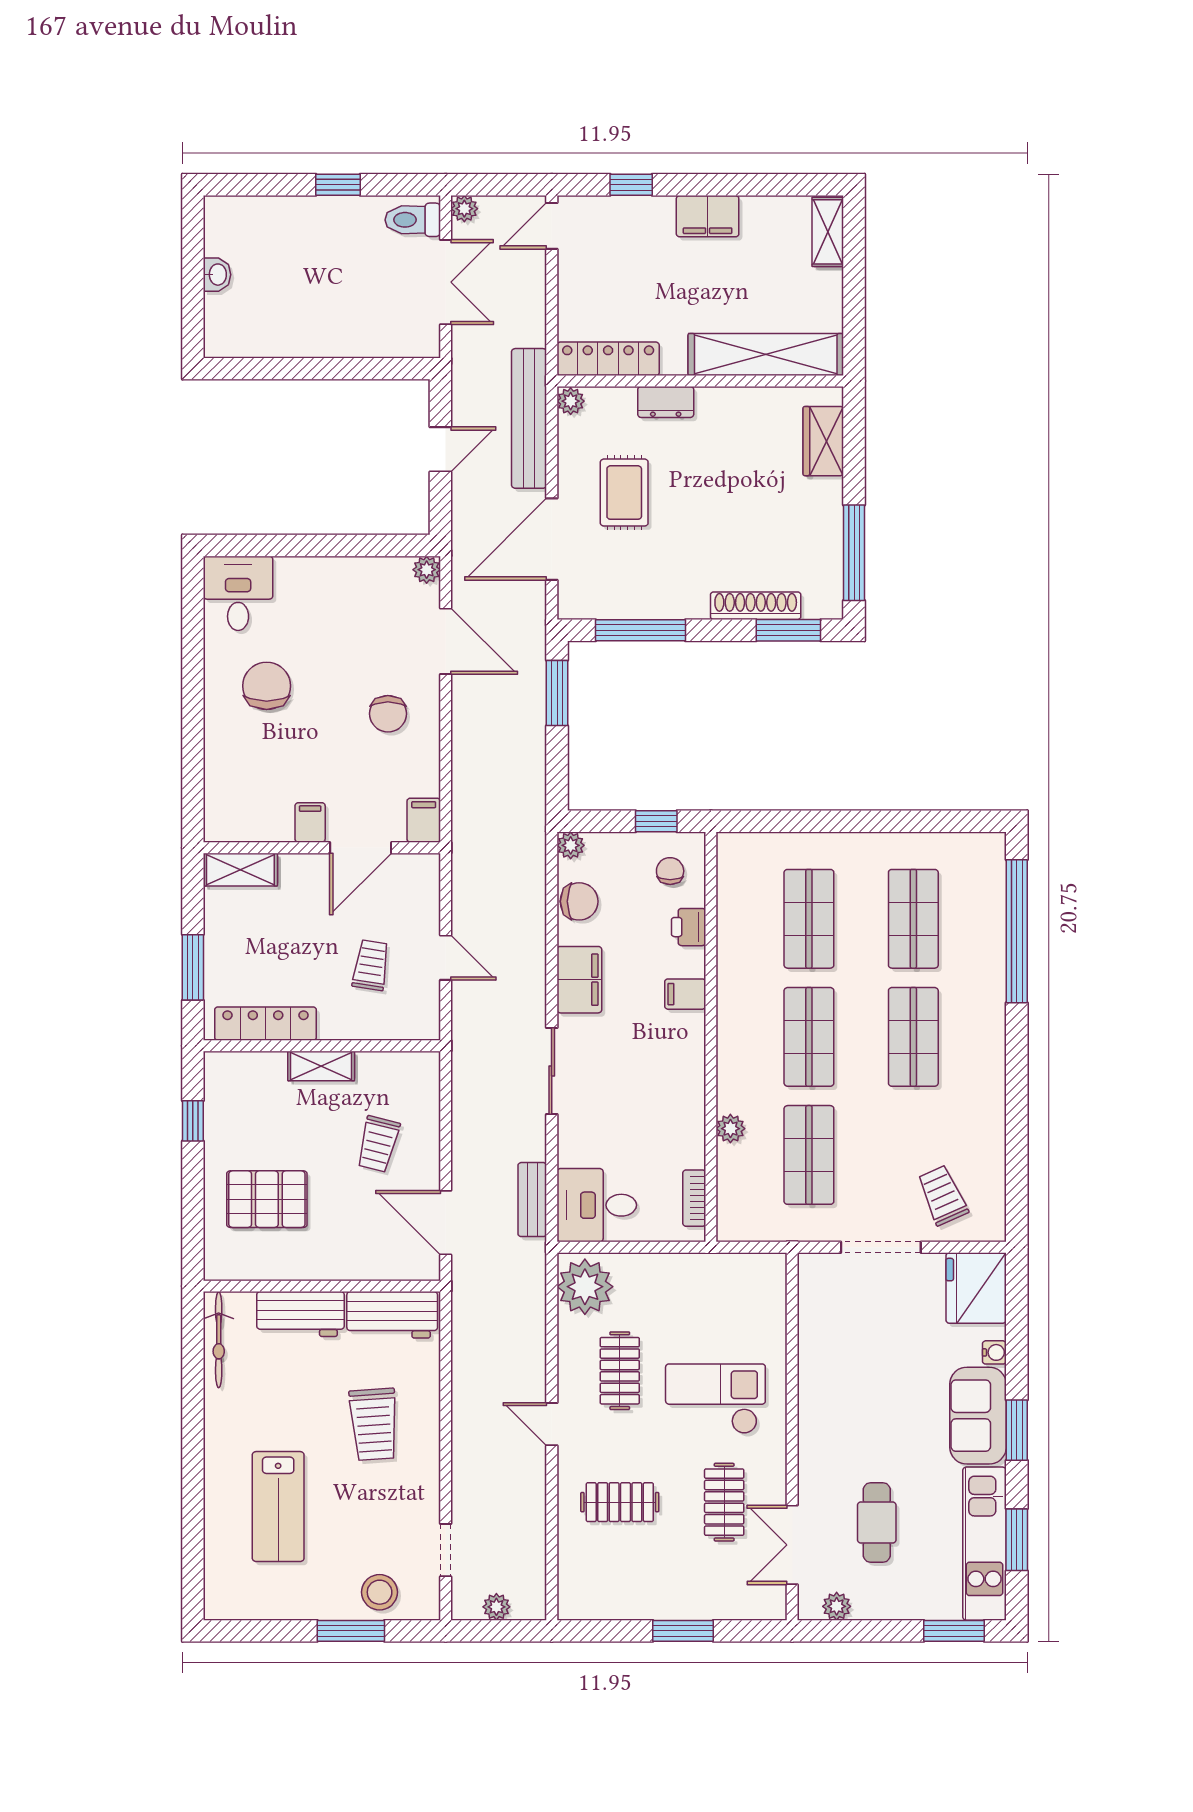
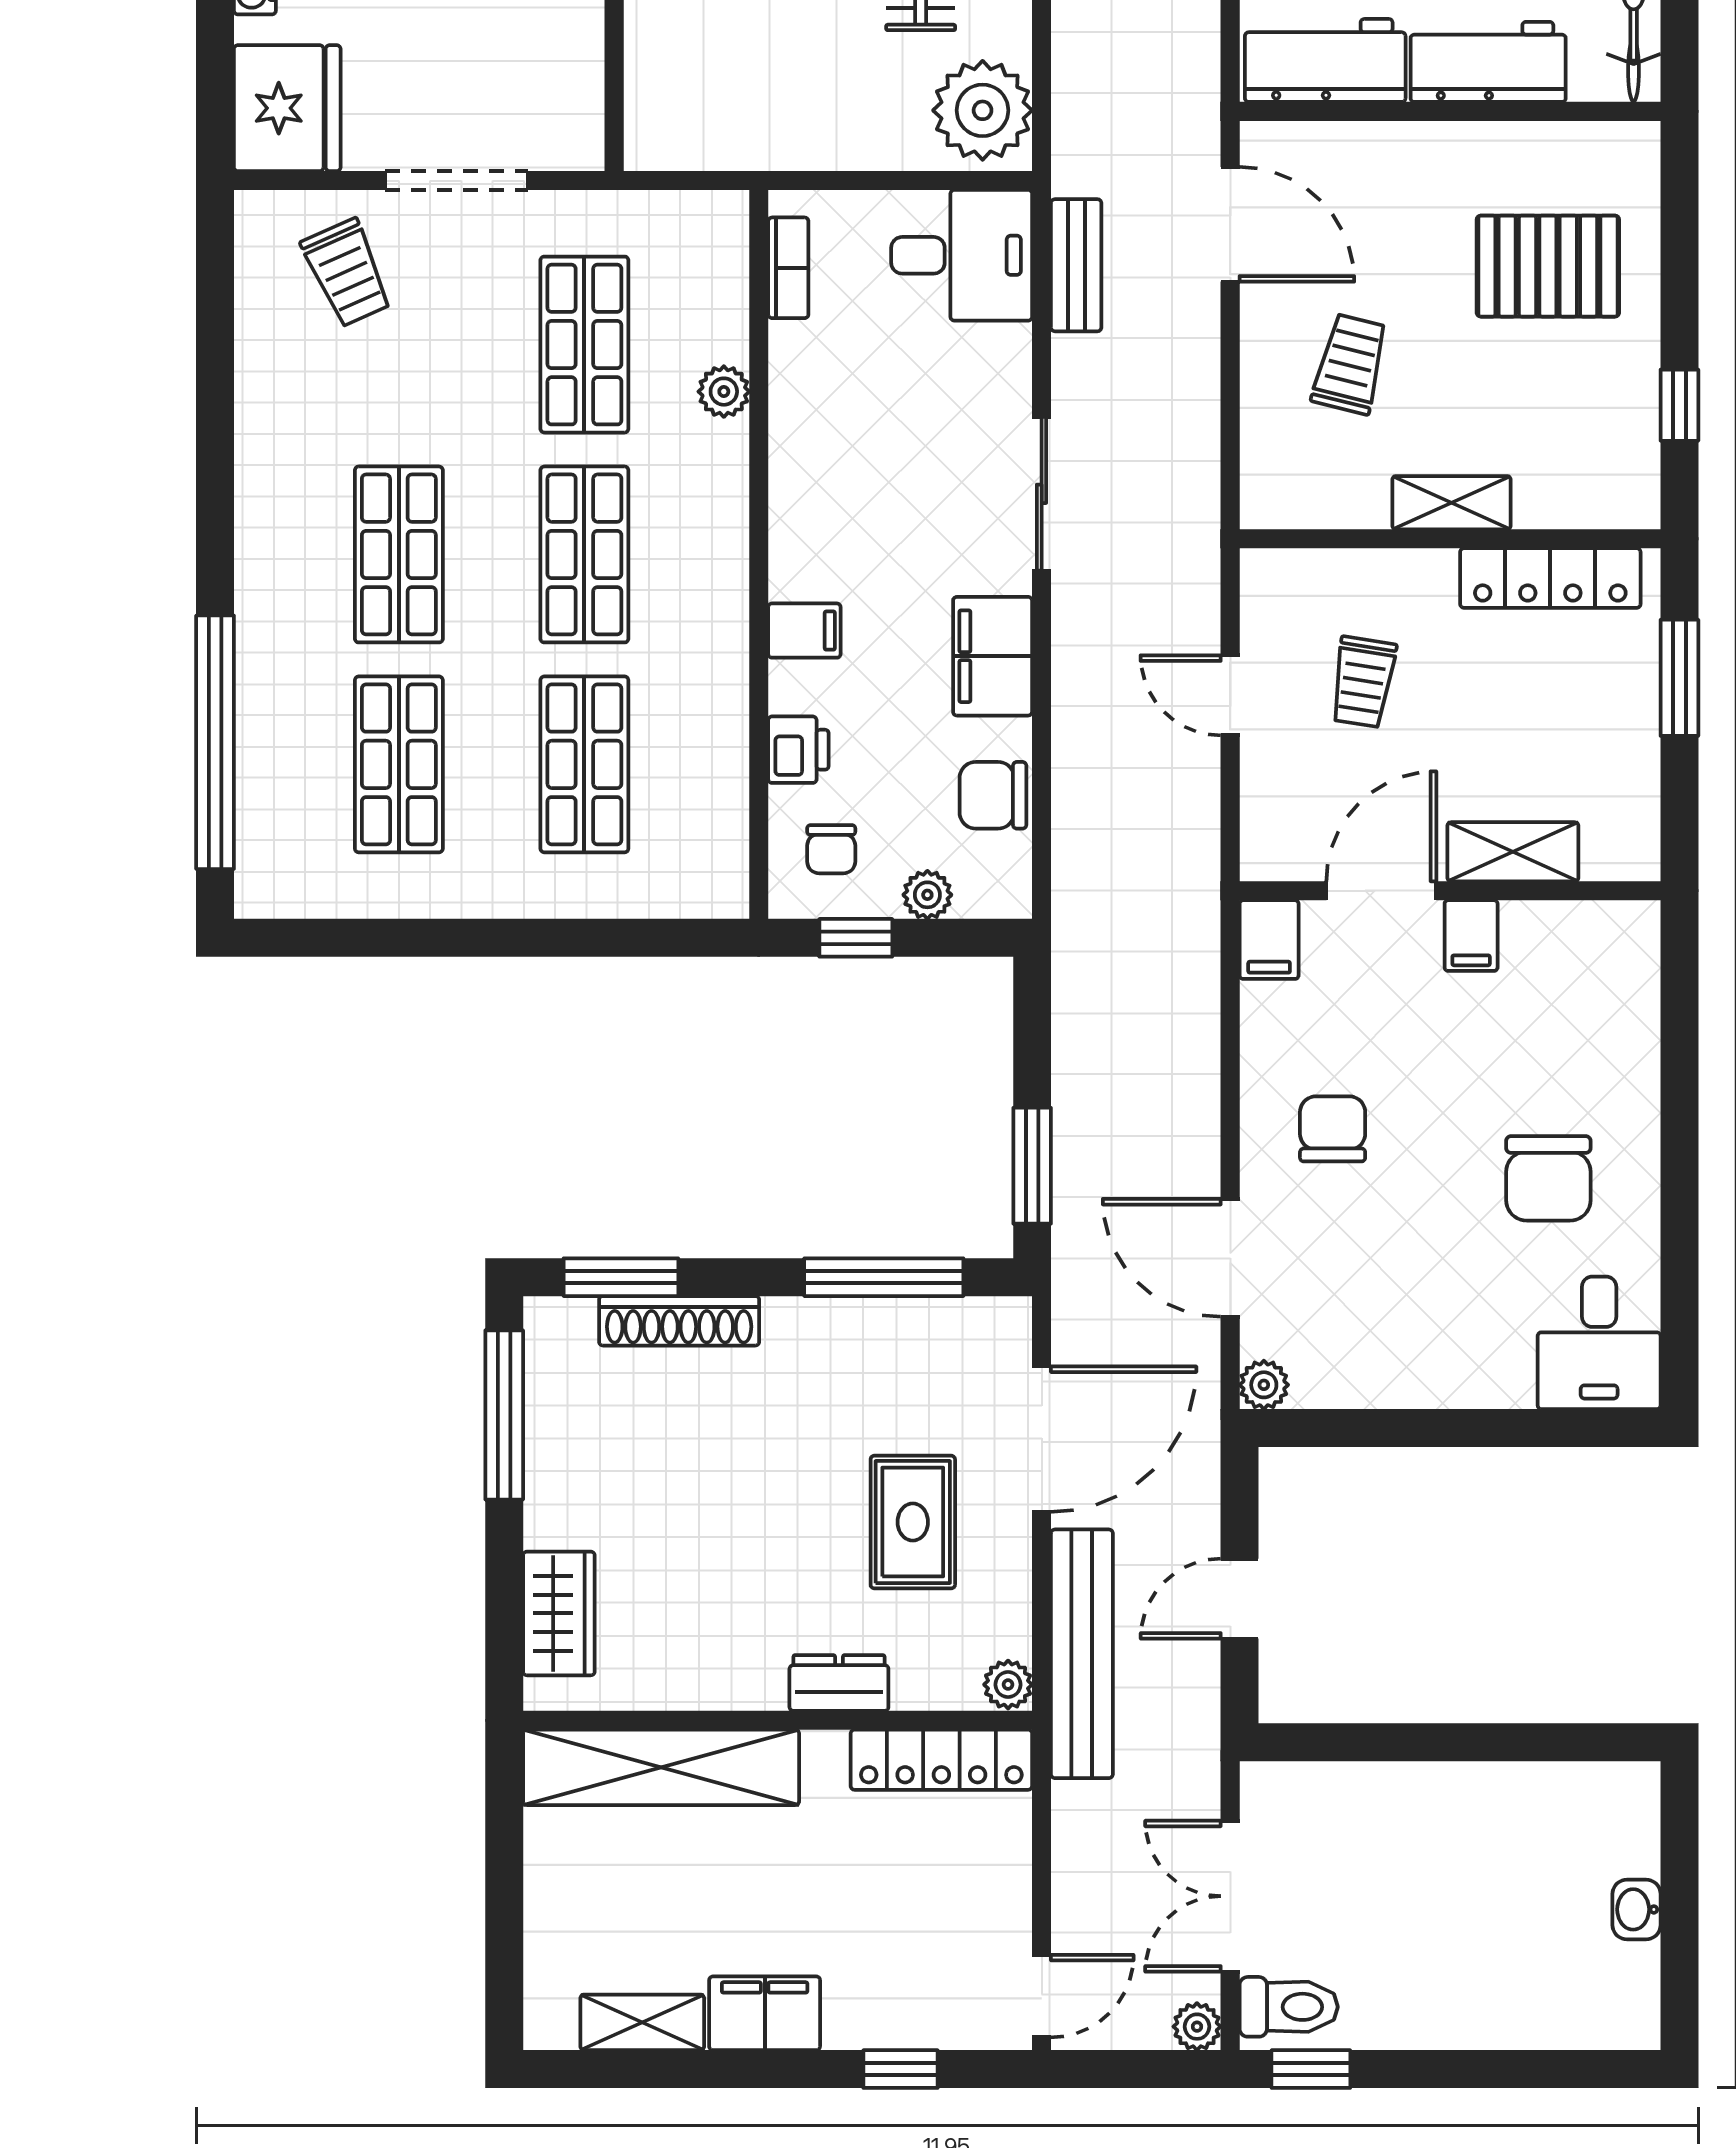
window: (338, 185) -> (1311, 2069), moved
shelving: (828, 232) -> (642, 2022), moved, turned 90
plant: (571, 845) -> (927, 895), moved
shelving: (240, 870) -> (1513, 852), moved

